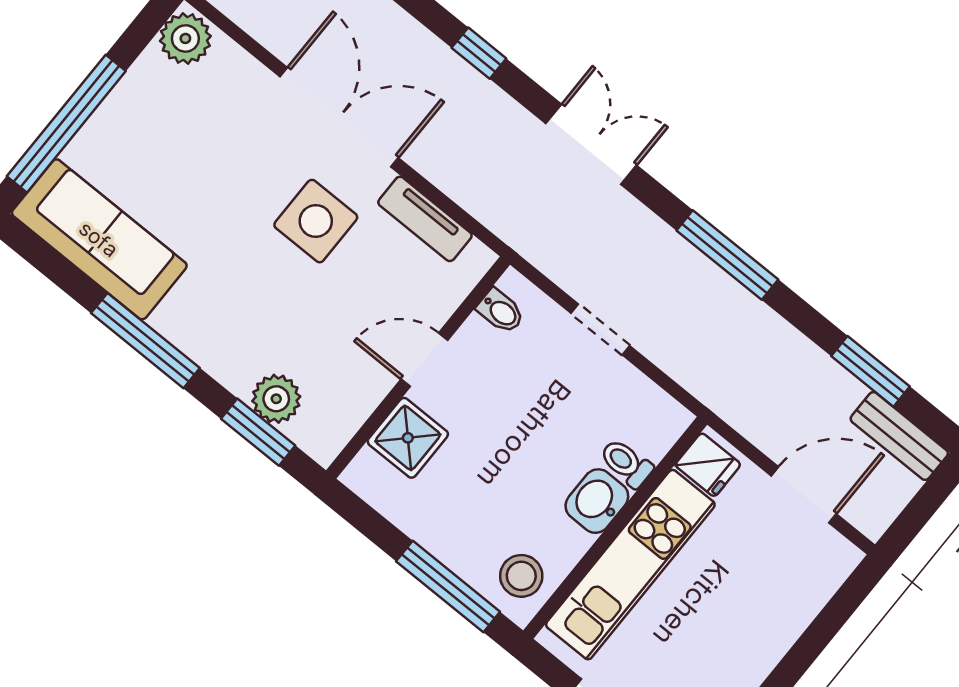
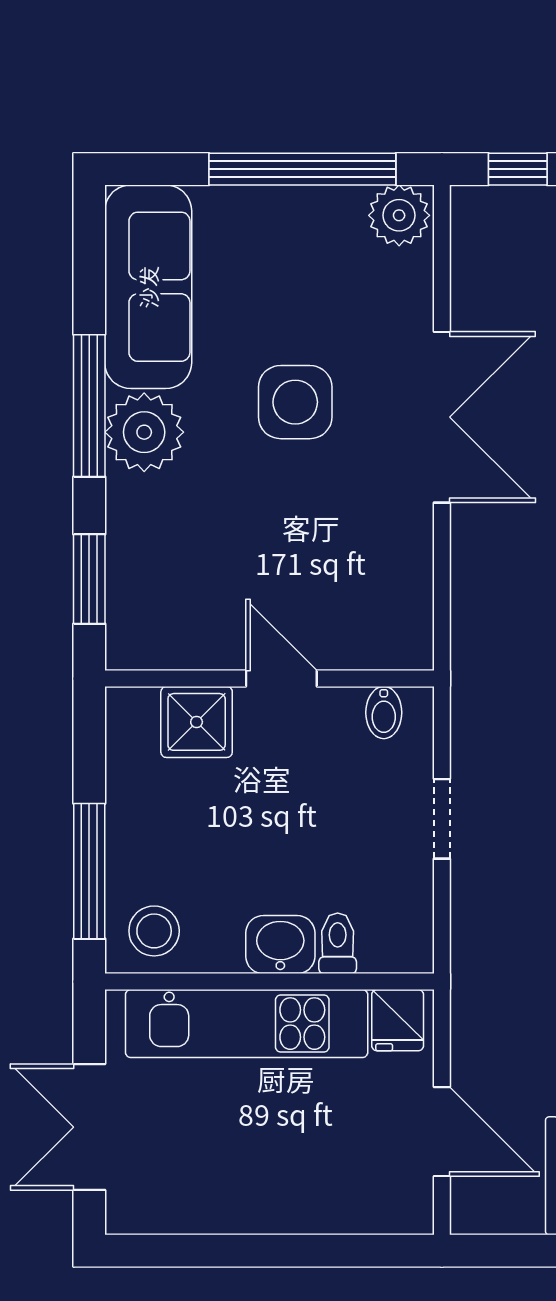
window: (66, 124) -> (302, 169), moved
tv unit: (425, 219) -> (412, 573), removed
side table: (316, 221) -> (295, 402), moved
plant: (276, 399) -> (144, 432), moved, width x1.36, depth x1.36

